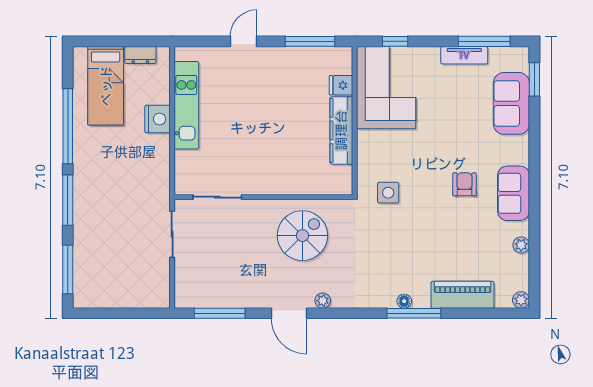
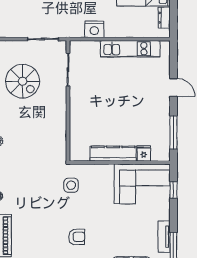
nightstand: (158, 119) -> (94, 29), moved
spiral stairs: (302, 236) -> (23, 81), moved

